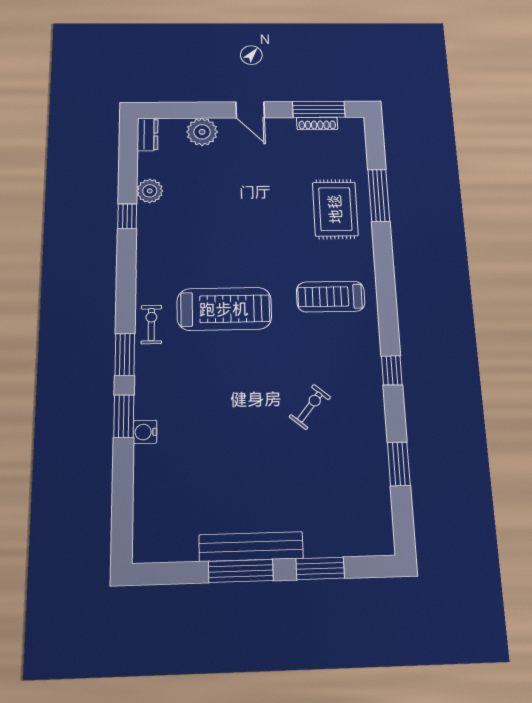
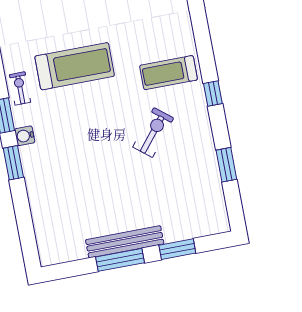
treadmill: (331, 297) -> (168, 73), moved
exercise bike: (310, 407) -> (153, 133), width x1.38, depth x1.39
water cooler: (145, 432) -> (25, 136), moved

